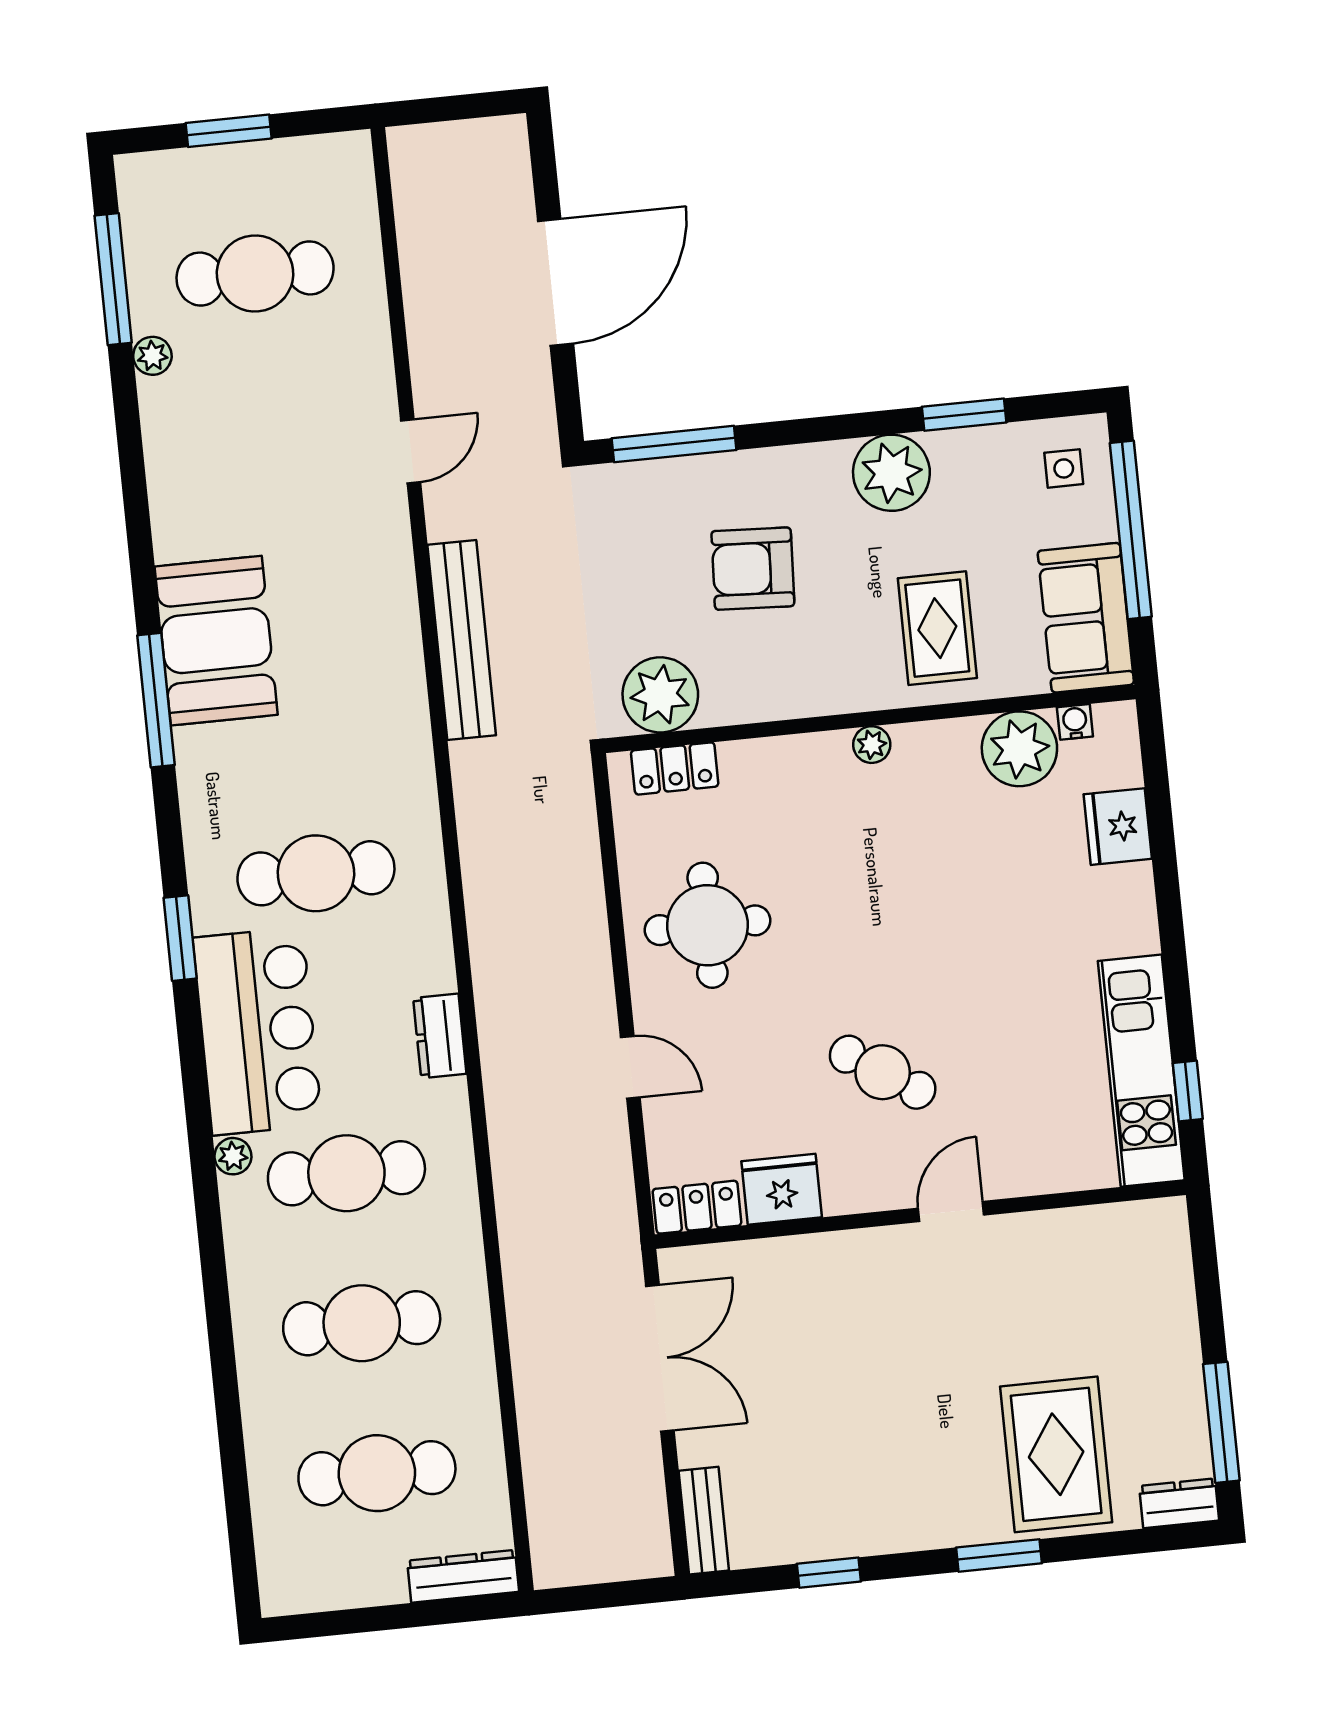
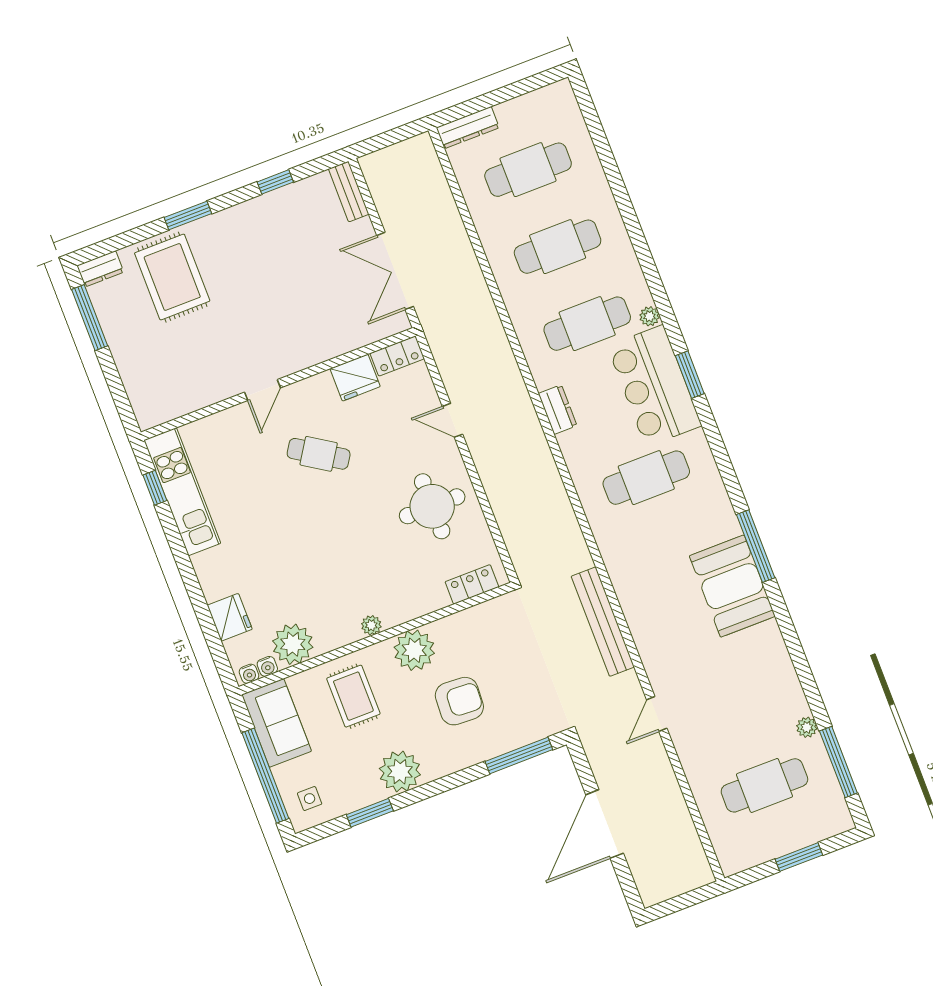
plant: (660, 695) -> (414, 650), moved
water cooler: (1111, 718) -> (249, 674), added
window: (180, 938) -> (690, 375), moved

